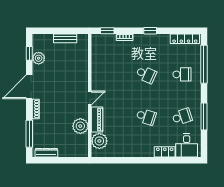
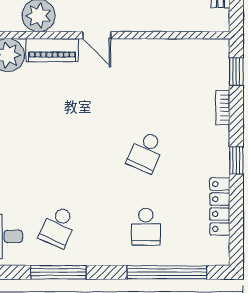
locker: (185, 39) -> (220, 207), moved
school desk: (146, 117) -> (58, 152), removed
school desk: (182, 117) -> (58, 227), turned 42

